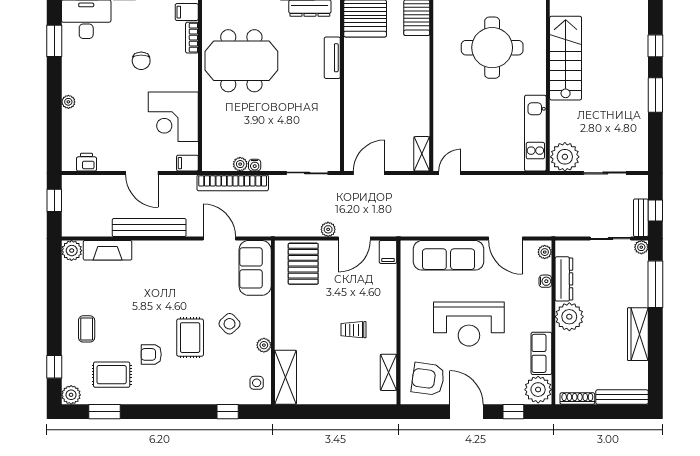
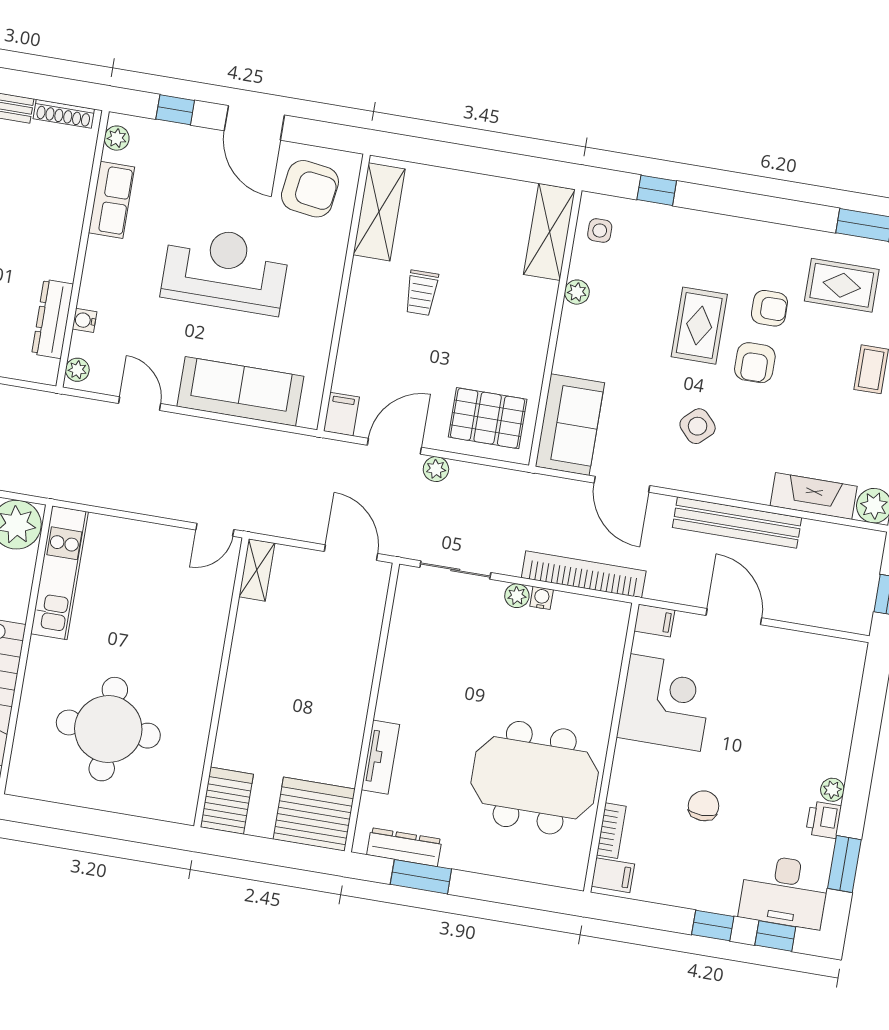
plant: (68, 102) -> (832, 790), moved
printer: (86, 162) -> (824, 820), moved, turned 90
plant: (240, 164) -> (517, 596), moved
door: (369, 173) -> (351, 553), swing flipped
door: (505, 239) -> (140, 404), width x0.73
pallet: (303, 264) -> (488, 418), turned 90
plant: (569, 317) -> (54, 254), removed
armchair: (154, 322) -> (755, 363), added
side table: (230, 324) -> (698, 426), moved
trolley: (353, 330) -> (421, 293), turned 90
shelving: (389, 372) -> (379, 212), width x1.50, depth x1.33
plant: (538, 390) -> (117, 138), width x0.53, depth x0.53

